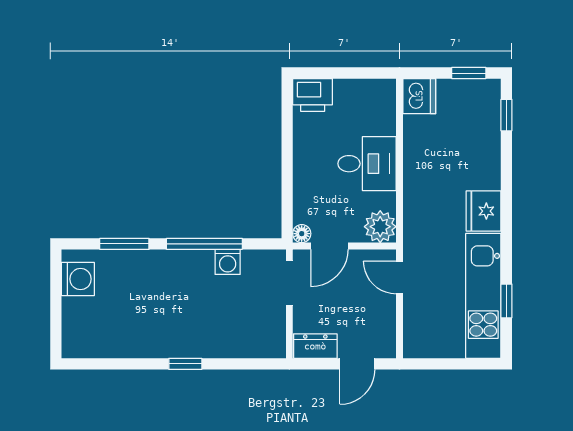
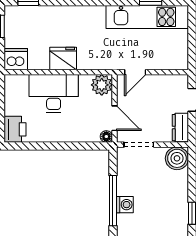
desk: (367, 164) -> (54, 93), width x1.37
fridge: (484, 211) -> (63, 58), moved, turned 180
washing machine: (228, 262) -> (125, 205), moved
boiler: (269, 341) -> (177, 158), added

